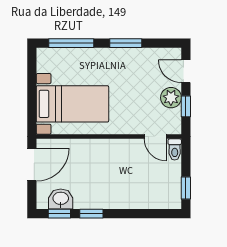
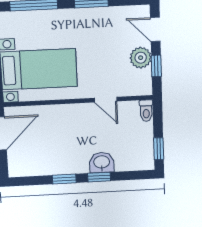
door: (155, 137) -> (106, 100), moved
washbasin: (61, 199) -> (102, 163), moved
window: (59, 214) -> (99, 177), moved

